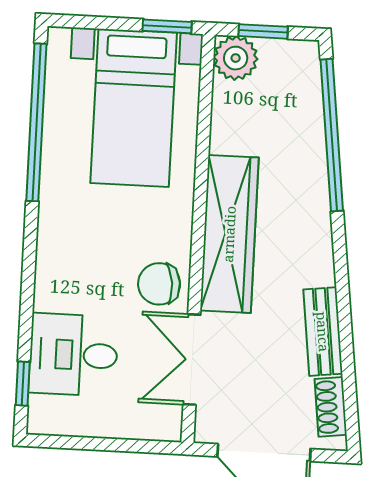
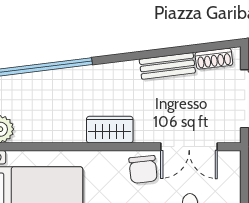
wardrobe: (229, 234) -> (110, 130), width x0.48, depth x0.85

